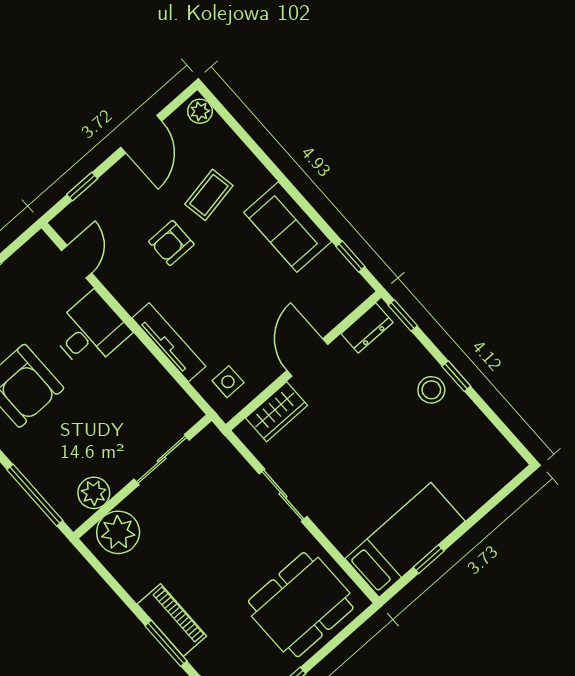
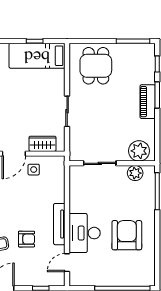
desk: (90, 331) -> (85, 233), width x1.37
tv unit: (169, 342) -> (59, 224), moved
side table: (228, 382) -> (34, 170), moved
dining table: (301, 605) -> (96, 66), width x0.73

